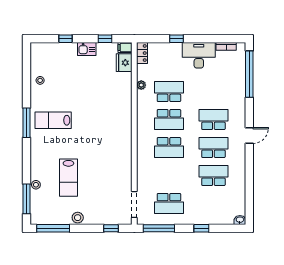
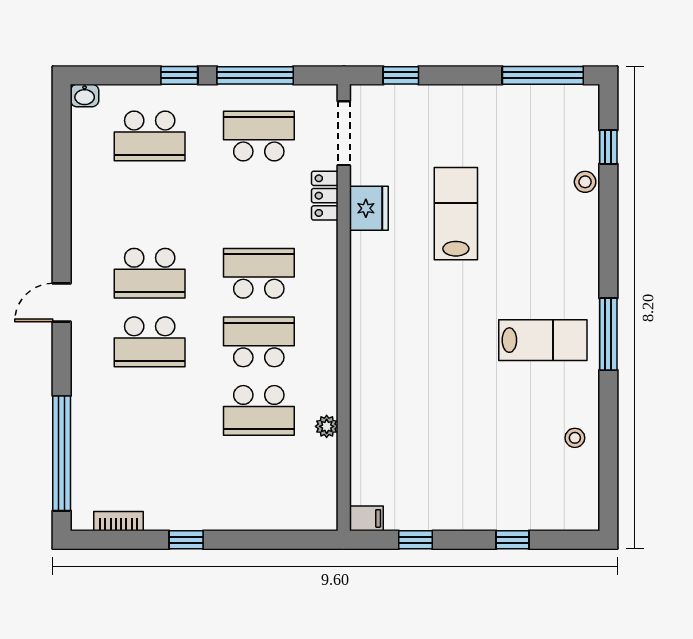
window: (177, 39) -> (186, 540), moved
kitchen sink: (87, 49) -> (460, 515), removed
locker: (142, 53) -> (325, 196), moved
desk: (199, 55) -> (186, 499), removed
fridge: (124, 63) -> (369, 208), moved
school desk: (213, 175) -> (150, 136), moved
lab bench: (68, 178) -> (456, 214), moved
window: (26, 199) -> (608, 147), width x0.46
stool: (78, 218) -> (483, 101), removed
window: (159, 228) -> (255, 75), moved

